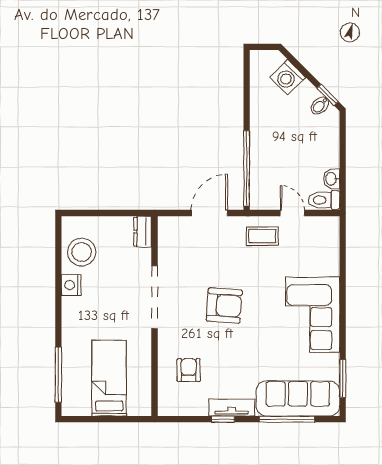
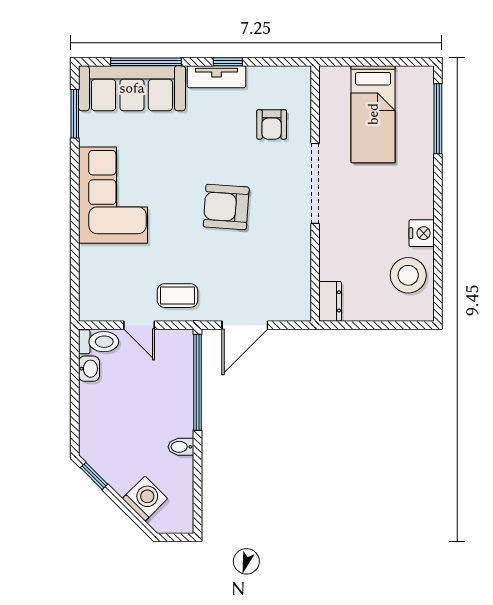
bidet: (320, 106) -> (181, 447), moved, turned -135
doorway: (154, 297) -> (315, 183), moved

